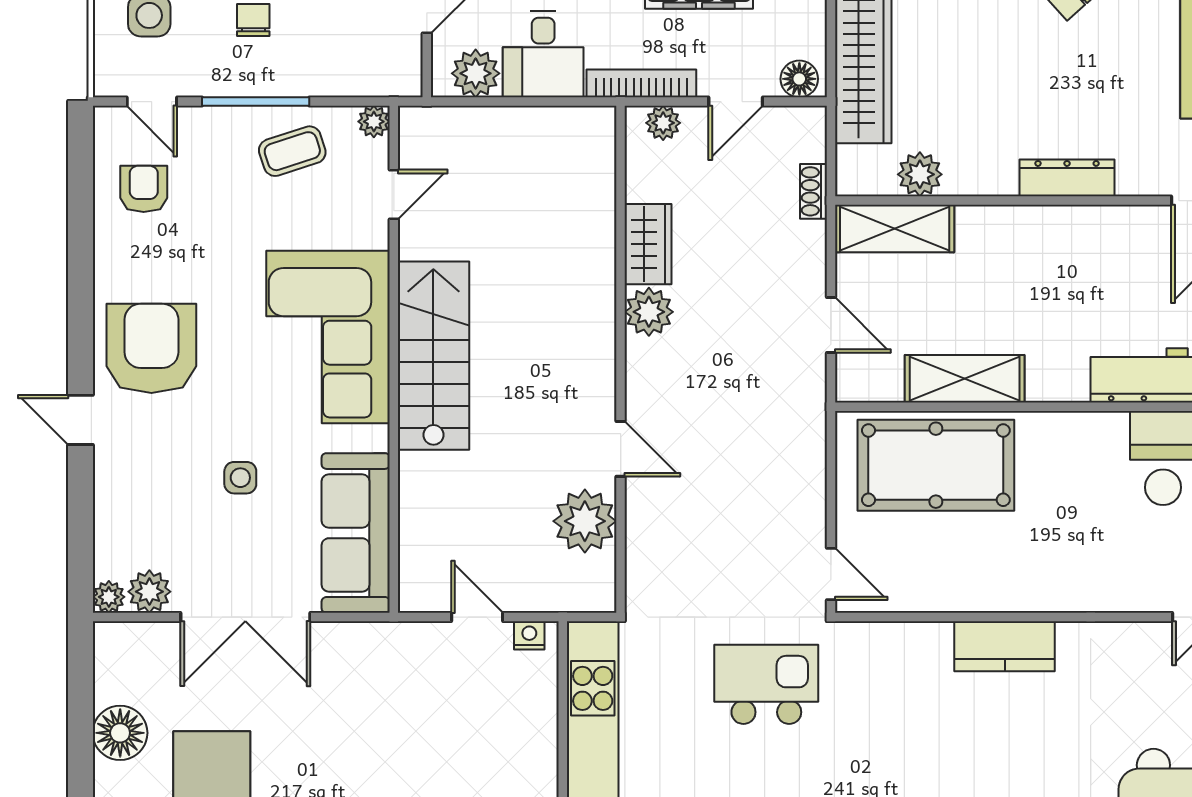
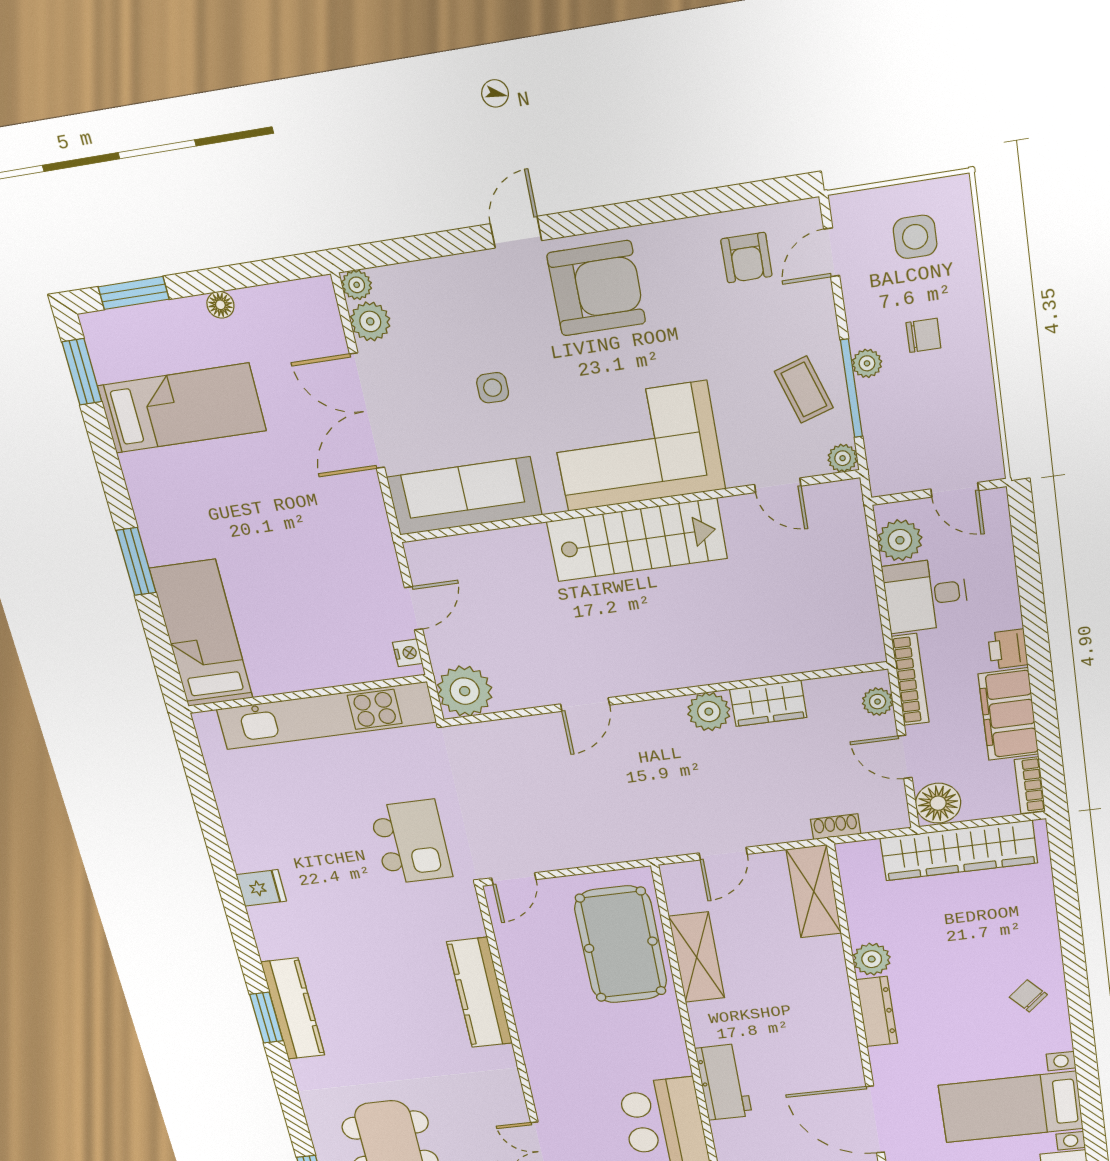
floor lamp: (799, 79) -> (938, 803), width x1.38, depth x1.38
plant: (274, 82) -> (867, 363), added
window: (256, 102) -> (851, 388), moved
plant: (920, 174) -> (872, 959), moved
armchair: (144, 189) -> (746, 258), turned 90
plant: (585, 521) -> (465, 691), moved
kitchen counter: (1005, 646) -> (480, 993), width x1.50
floor lamp: (120, 733) -> (220, 305), width x0.53, depth x0.53

